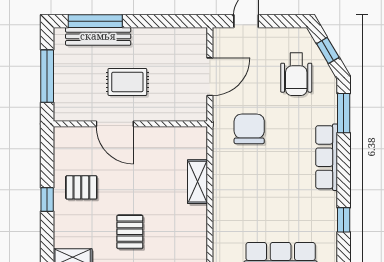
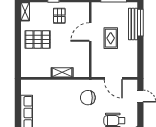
chair: (249, 129) -> (88, 98), turned 180
pallet: (130, 232) -> (38, 39), width x1.50, depth x1.42

